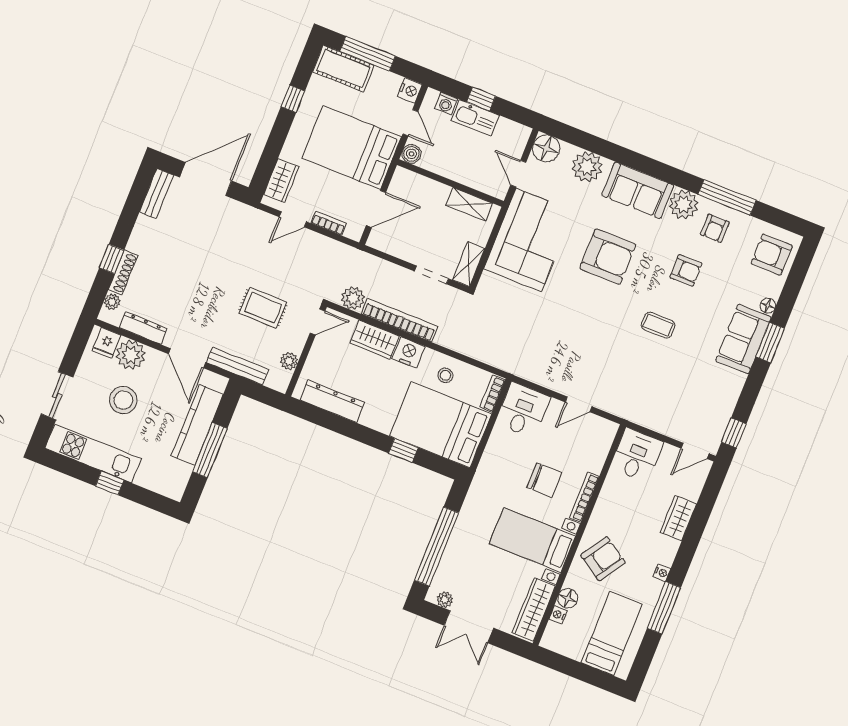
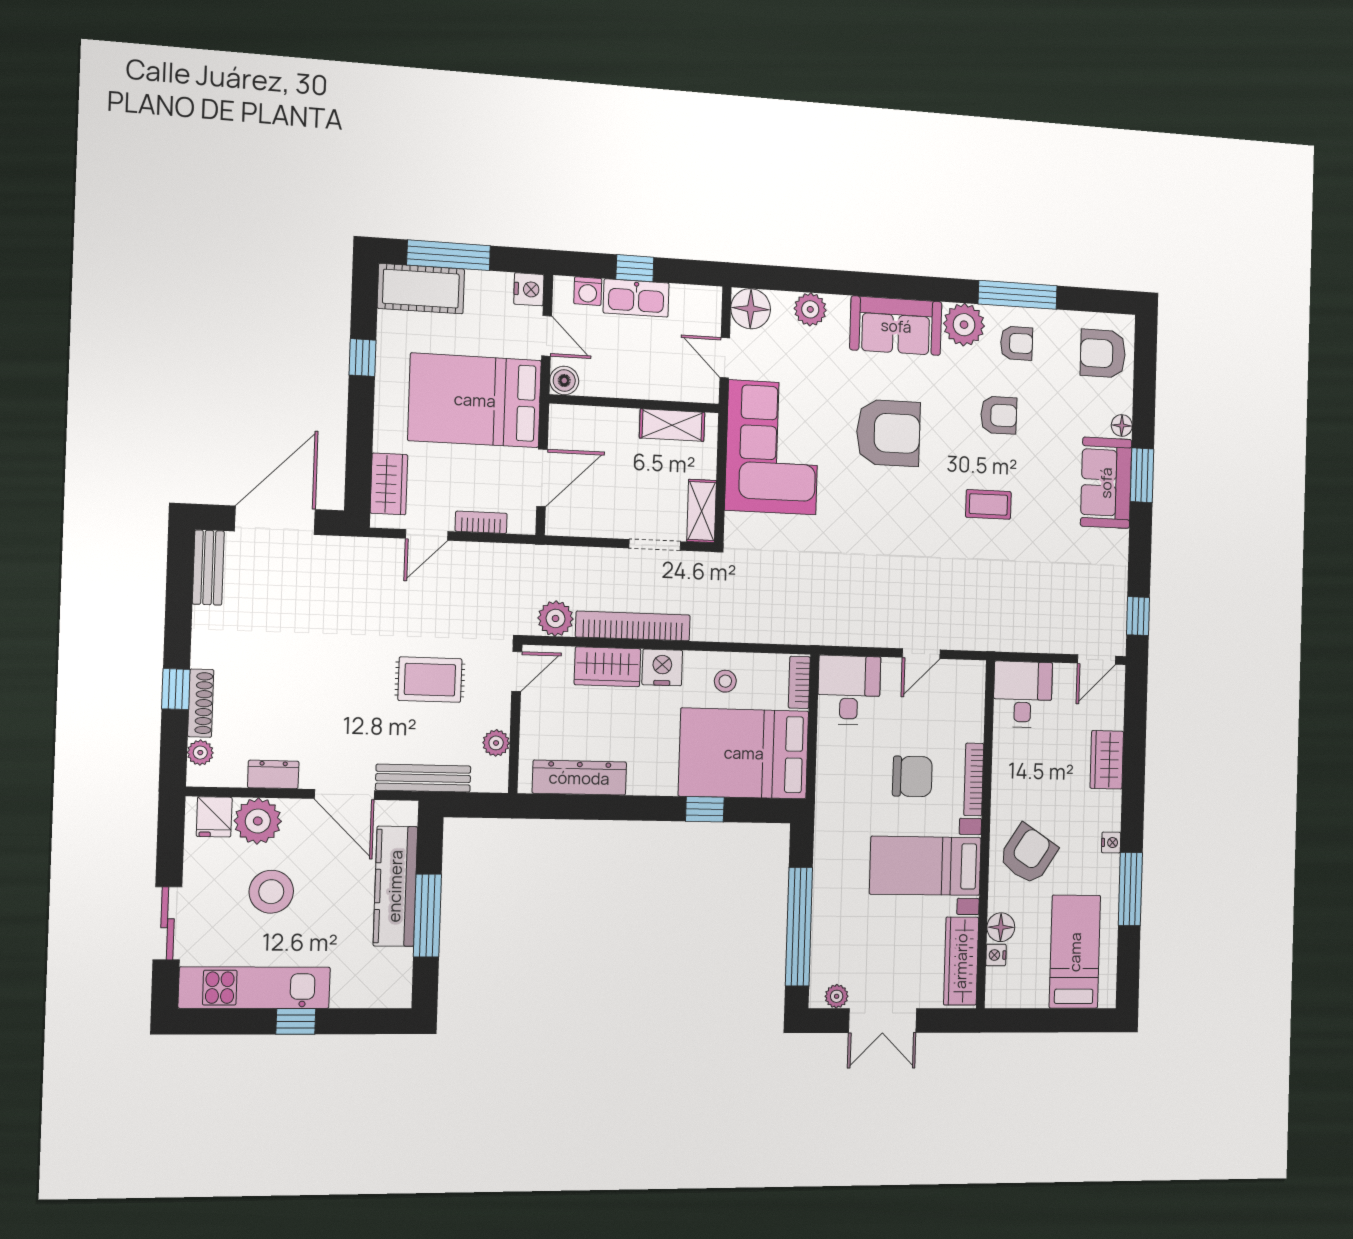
plant: (587, 167) -> (810, 309), width x0.73, depth x0.73
armchair: (715, 228) -> (1017, 343), turned -90
dresser: (143, 328) -> (273, 774), width x0.70

